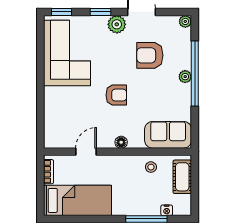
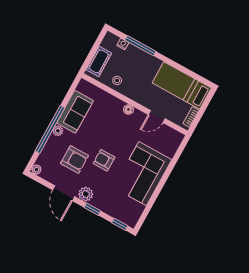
corner sofa: (67, 53) -> (143, 174), moved
armchair: (116, 95) -> (104, 160), moved
sofa: (168, 135) -> (75, 112), moved, turned -90

